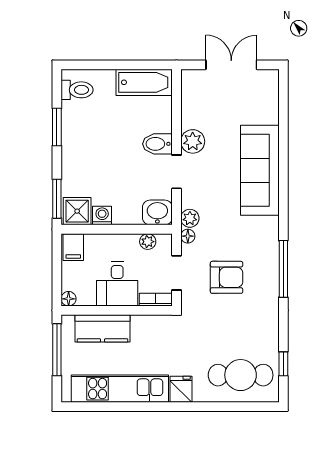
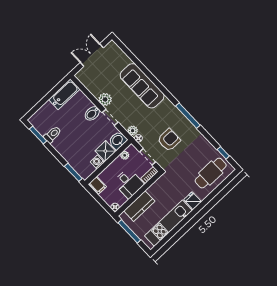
toilet: (77, 90) -> (52, 135), moved
window: (57, 127) -> (38, 135), moved
shower: (77, 211) -> (105, 151), moved

